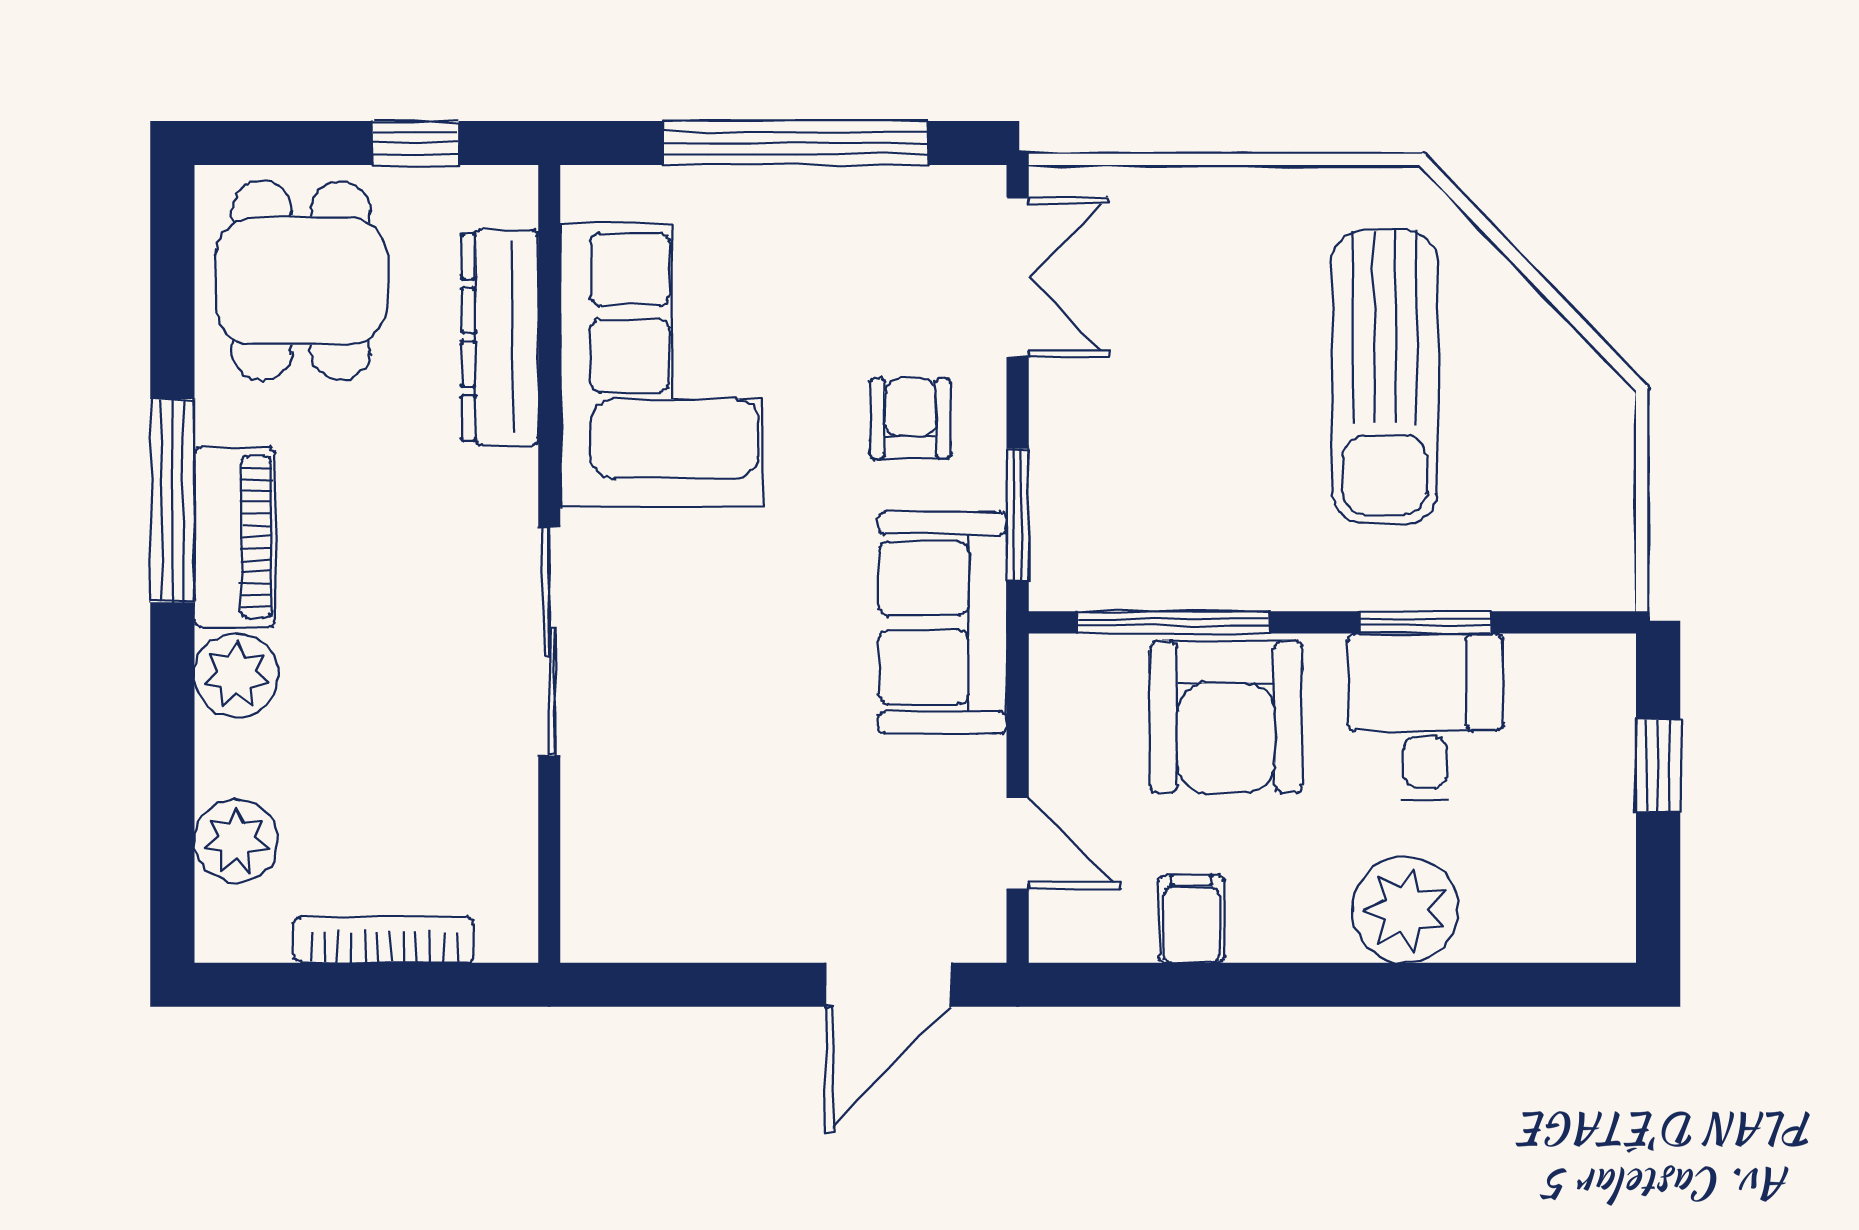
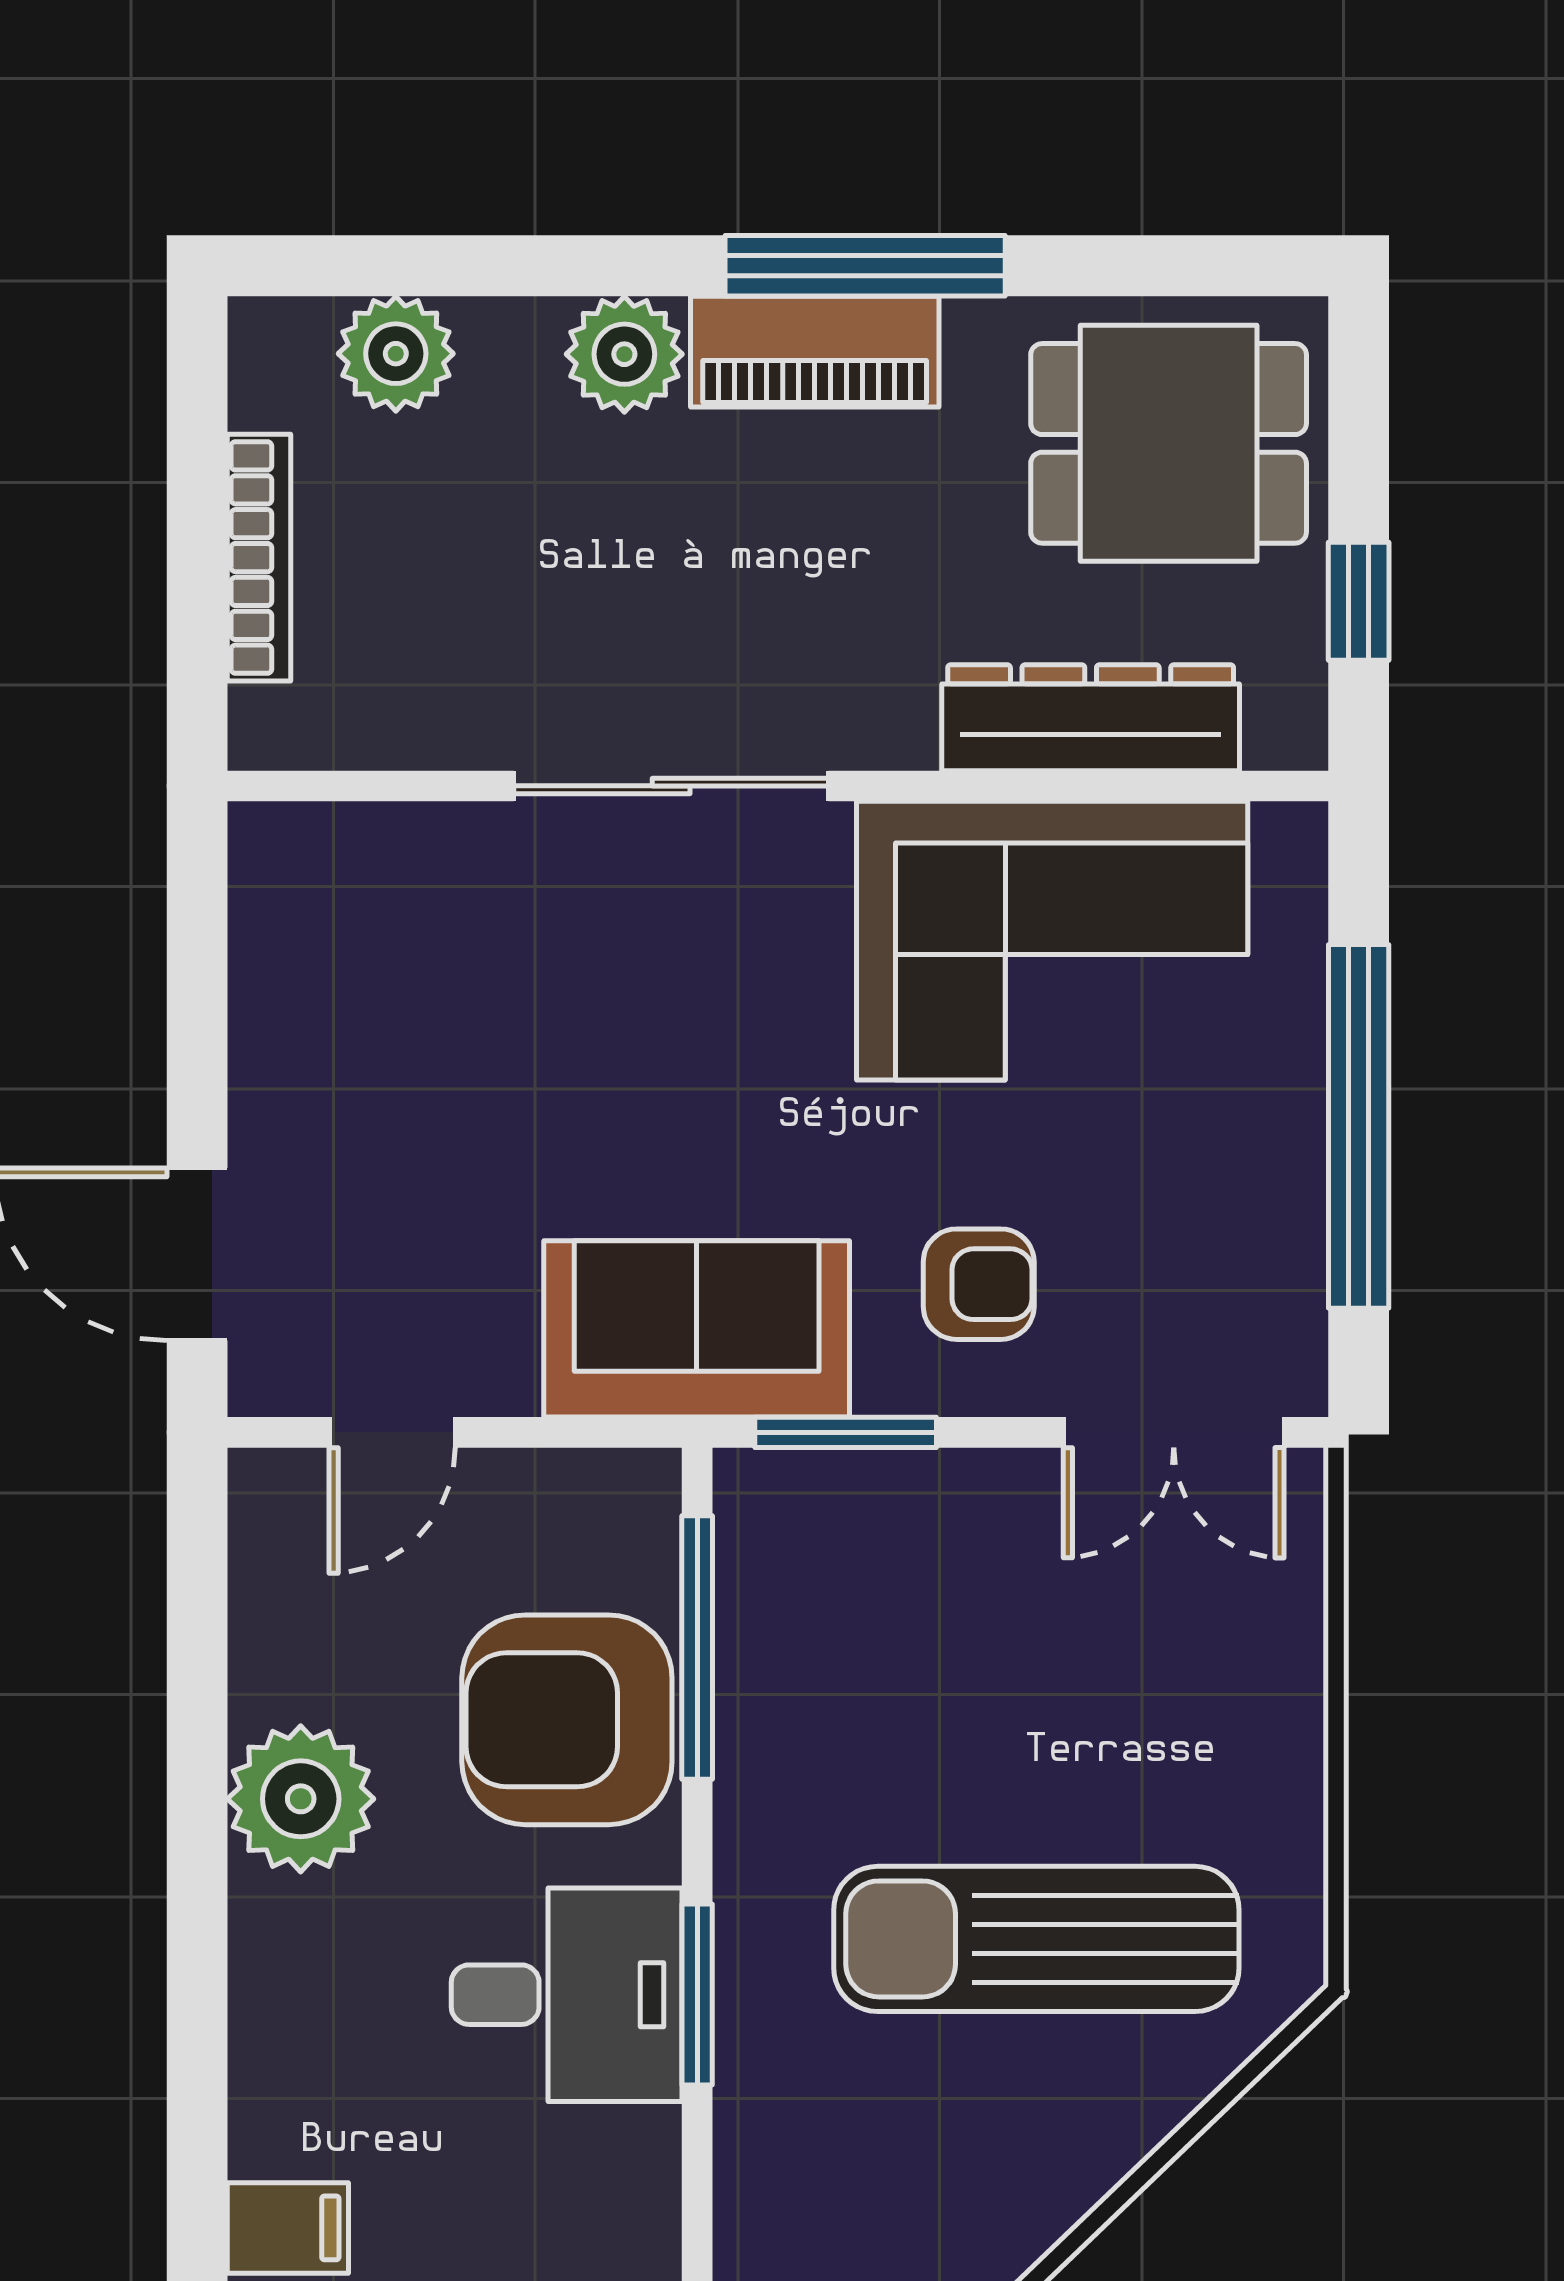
plant: (1405, 910) -> (301, 1799), moved
filing cabinet: (1191, 919) -> (288, 2228), moved

